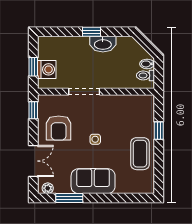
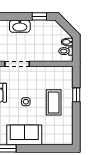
window: (92, 32) -> (39, 16), moved
washbasin: (103, 44) -> (20, 26), moved
coffee table: (140, 154) -> (54, 102), moved

